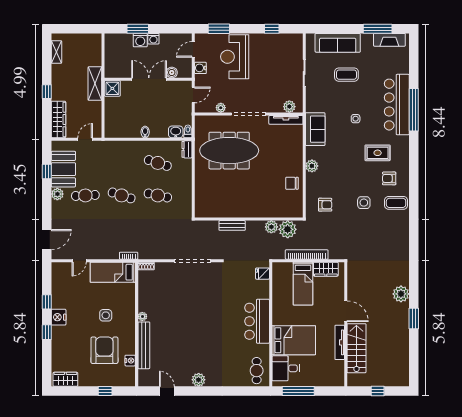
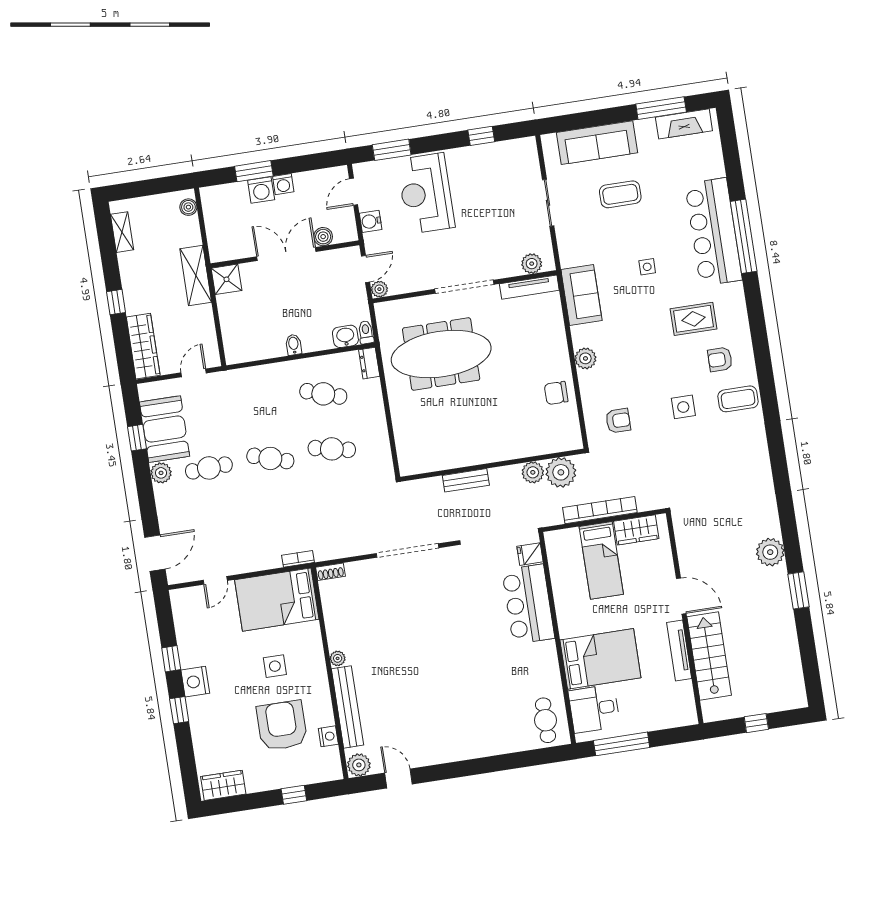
boiler: (97, 43) -> (188, 207), added
plant: (221, 108) -> (379, 289), moved
bed: (113, 272) -> (277, 600), width x1.50
bar counter: (257, 321) -> (528, 604), moved
plant: (199, 380) -> (359, 765), moved

